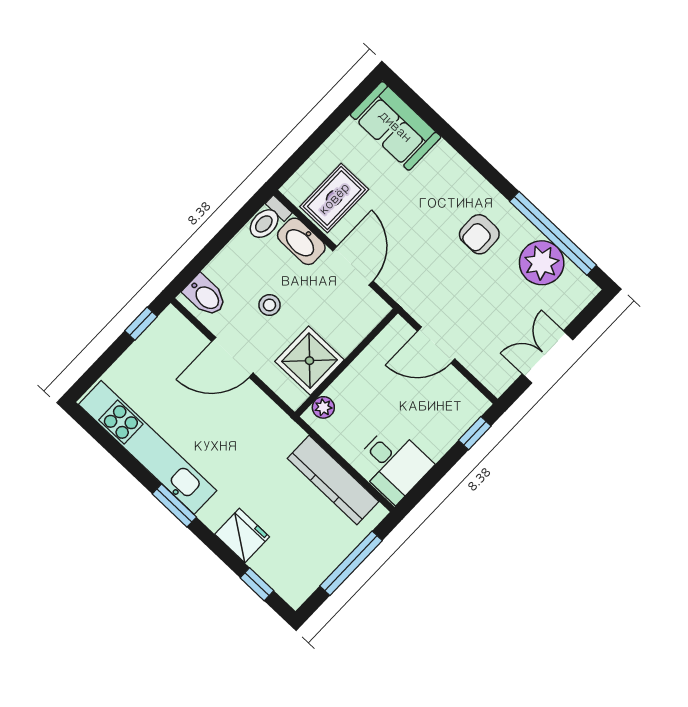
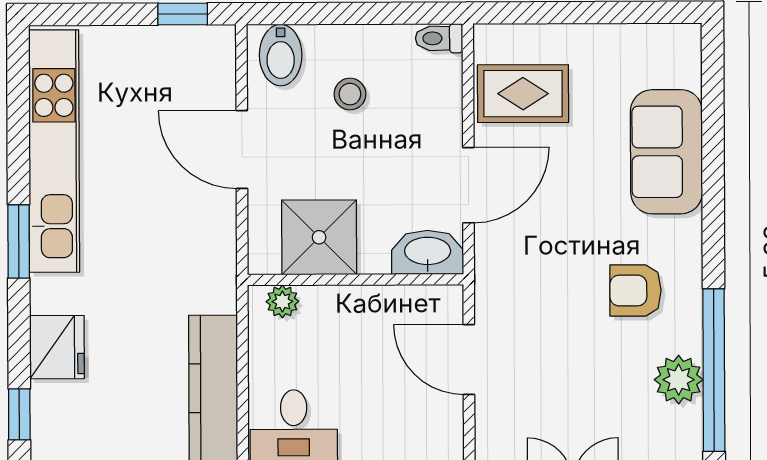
sofa: (396, 126) -> (666, 152), moved
toilet: (268, 220) -> (439, 38), width x0.73, depth x0.72
washbasin: (301, 241) -> (428, 252), moved, turned 90
plant: (542, 263) -> (679, 380), width x0.73, depth x0.73
stool: (269, 305) -> (350, 94), moved

